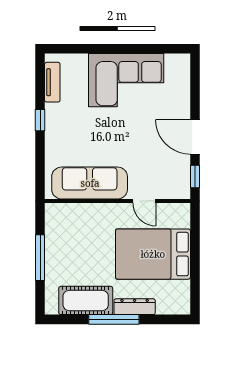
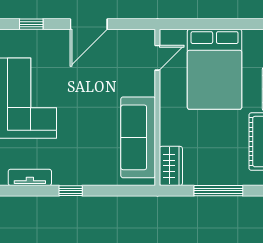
window: (195, 177) -> (31, 24), moved
door: (144, 201) -> (157, 58), moved
wardrobe: (63, 213) -> (171, 166), added

